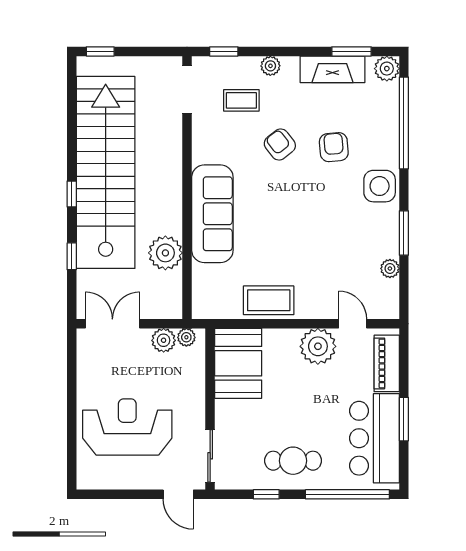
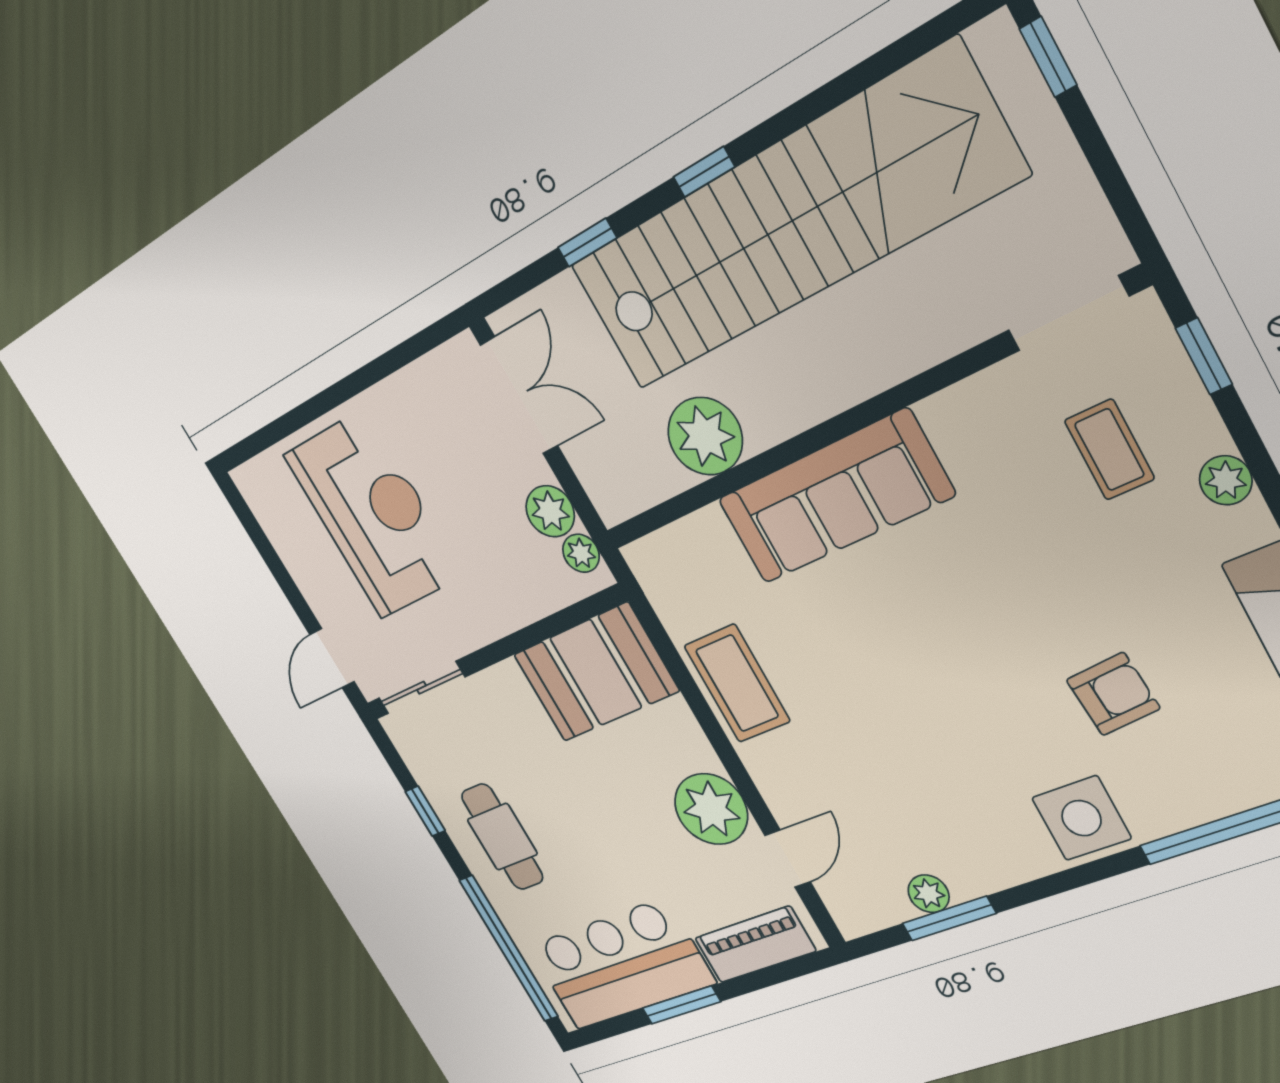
armchair: (280, 144) -> (1056, 577), removed
window: (404, 233) -> (949, 918), moved

